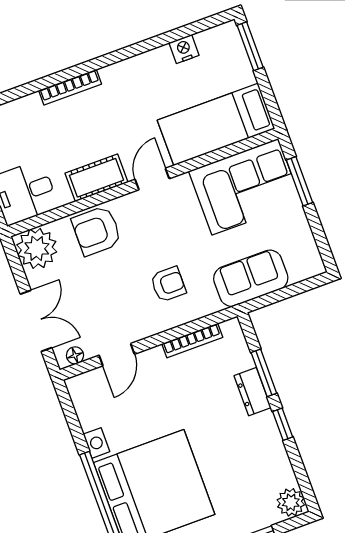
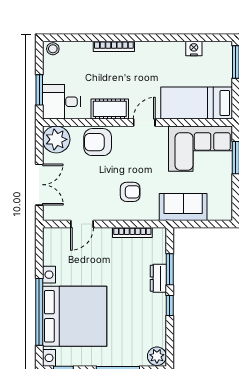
floor lamp: (75, 355) -> (56, 215), removed

